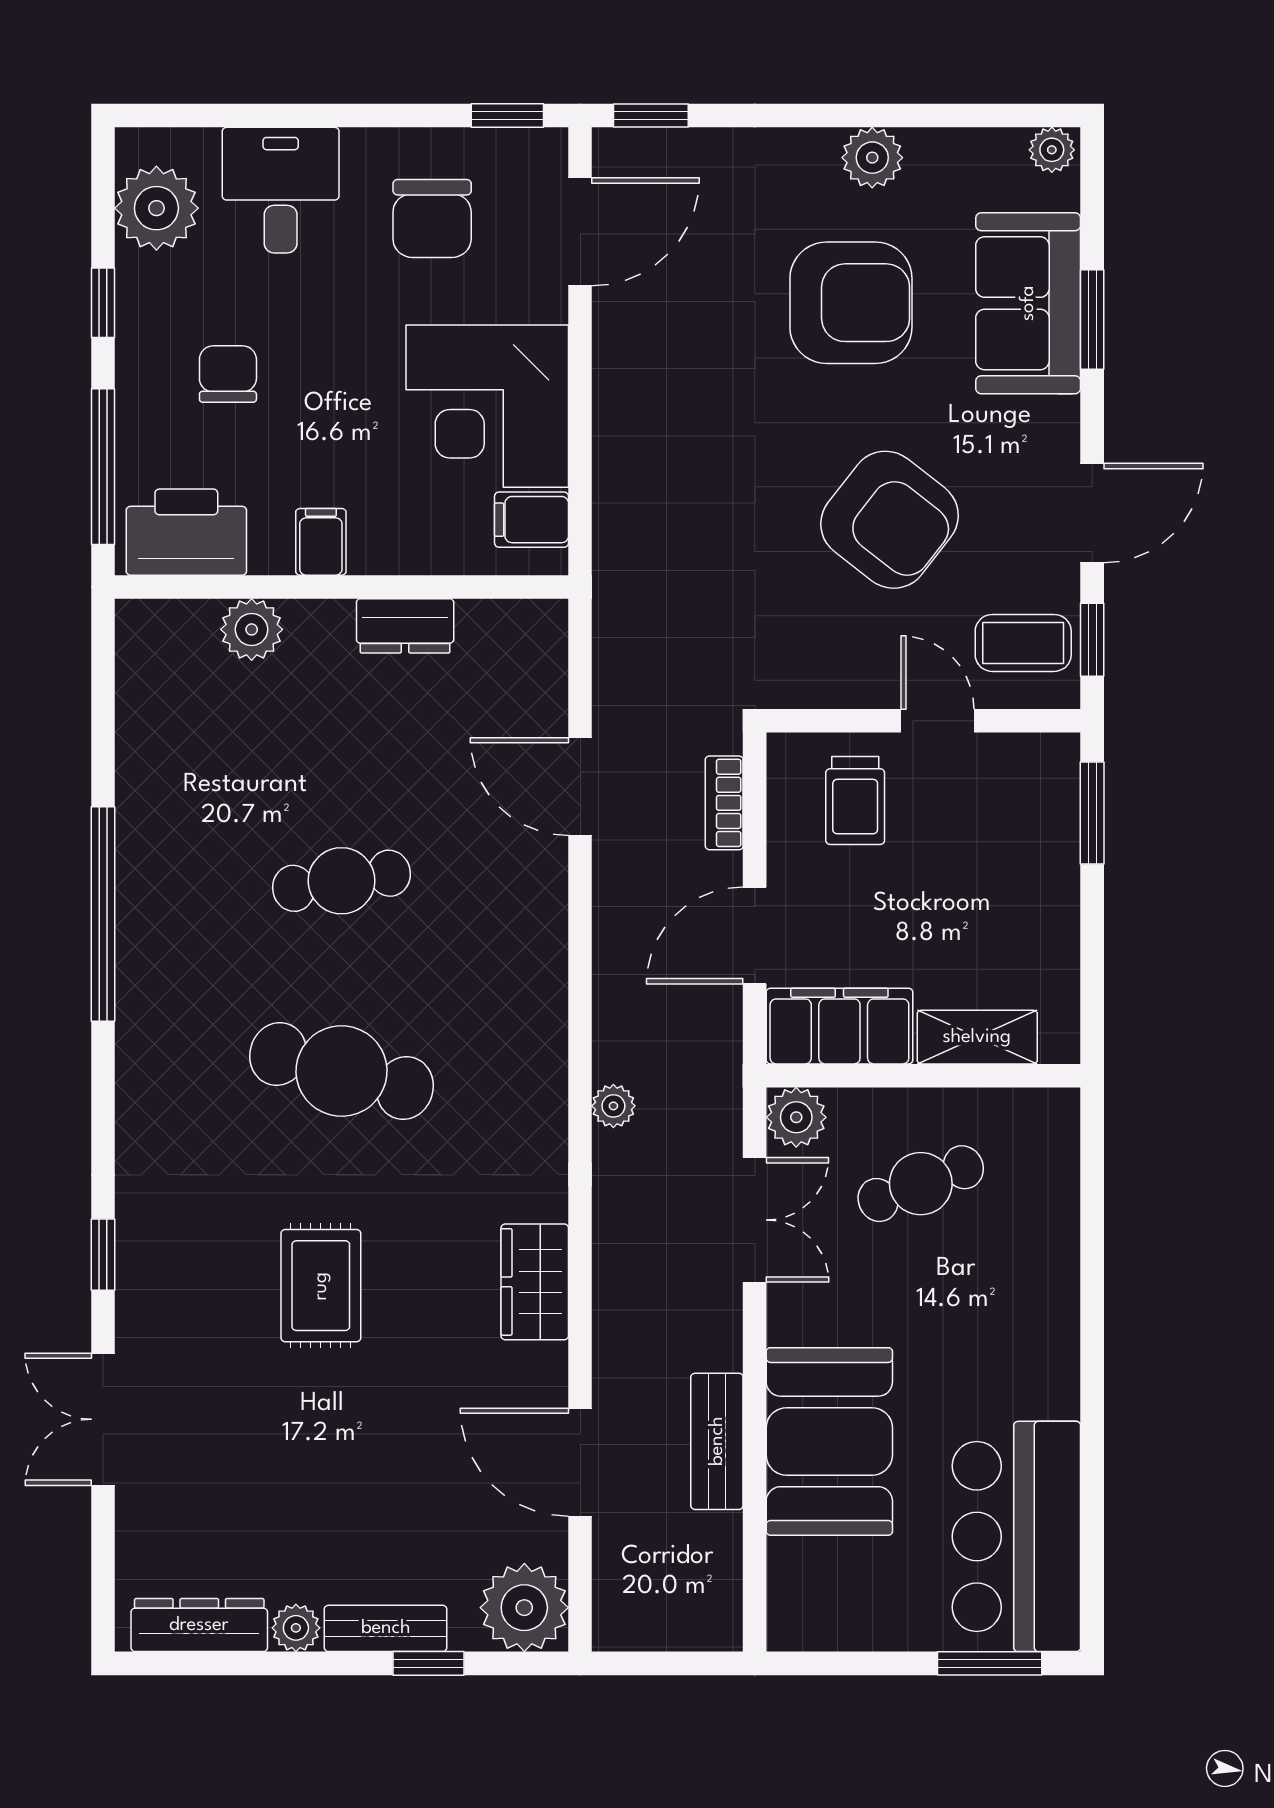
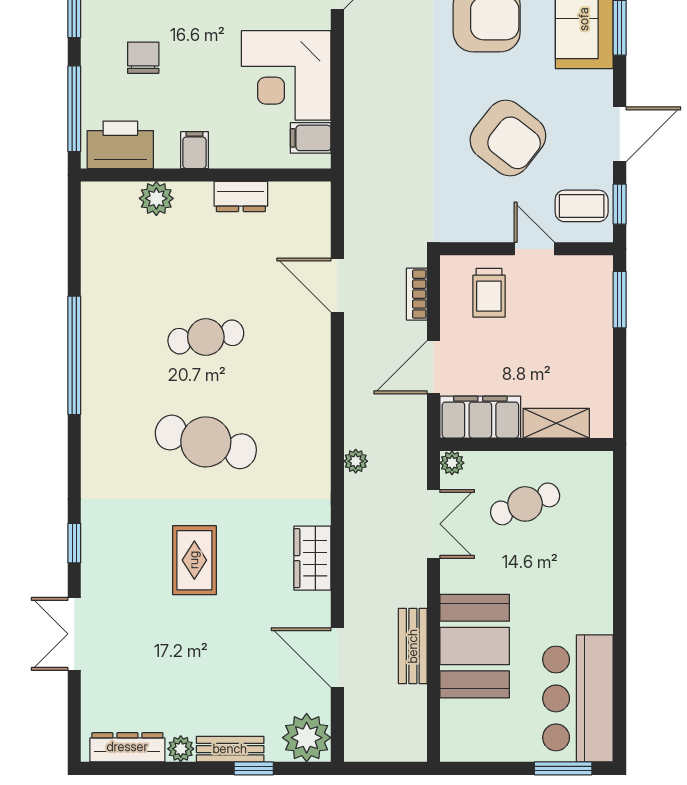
plant: (796, 1117) -> (452, 463), width x0.73, depth x0.73

